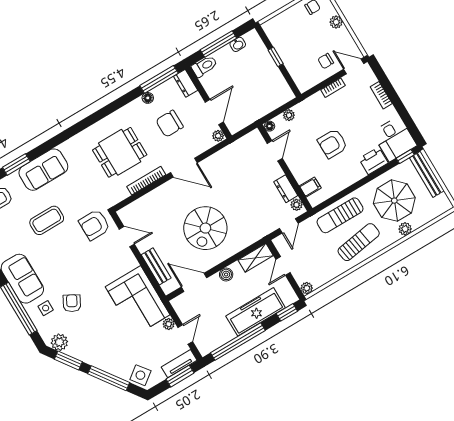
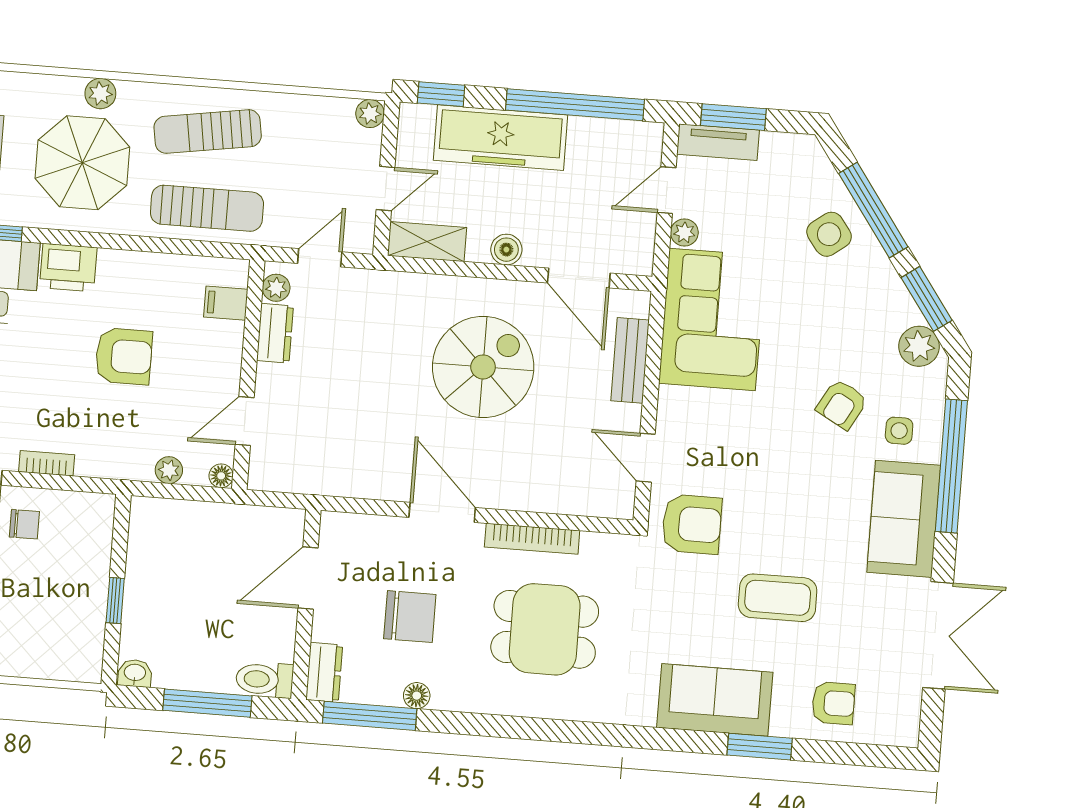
washbasin: (238, 44) -> (135, 673), moved
plant: (218, 136) -> (333, 527), removed
side table: (140, 375) -> (829, 234), moved

